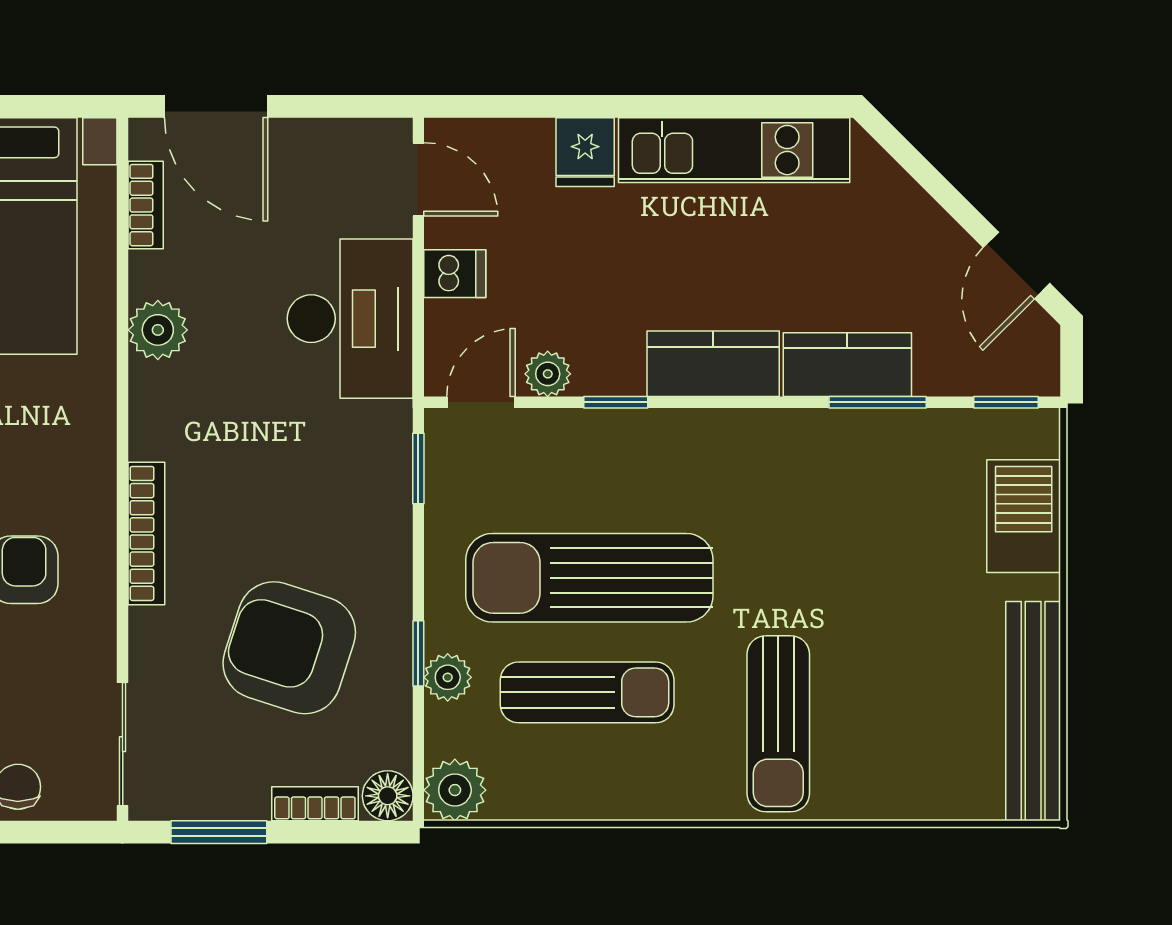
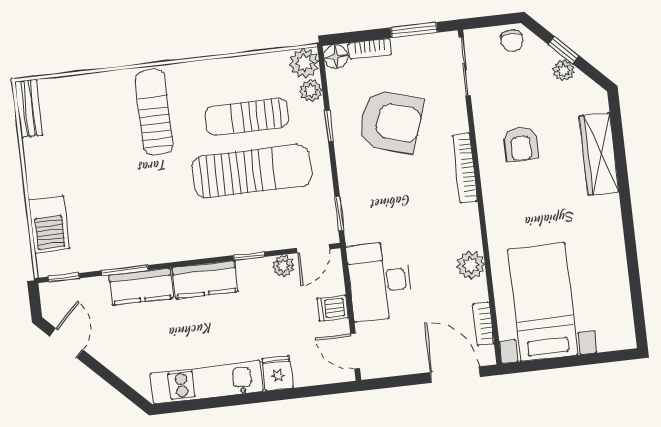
plant: (448, 677) -> (311, 91), moved
bench: (1033, 711) -> (29, 108), width x0.54, depth x0.82

